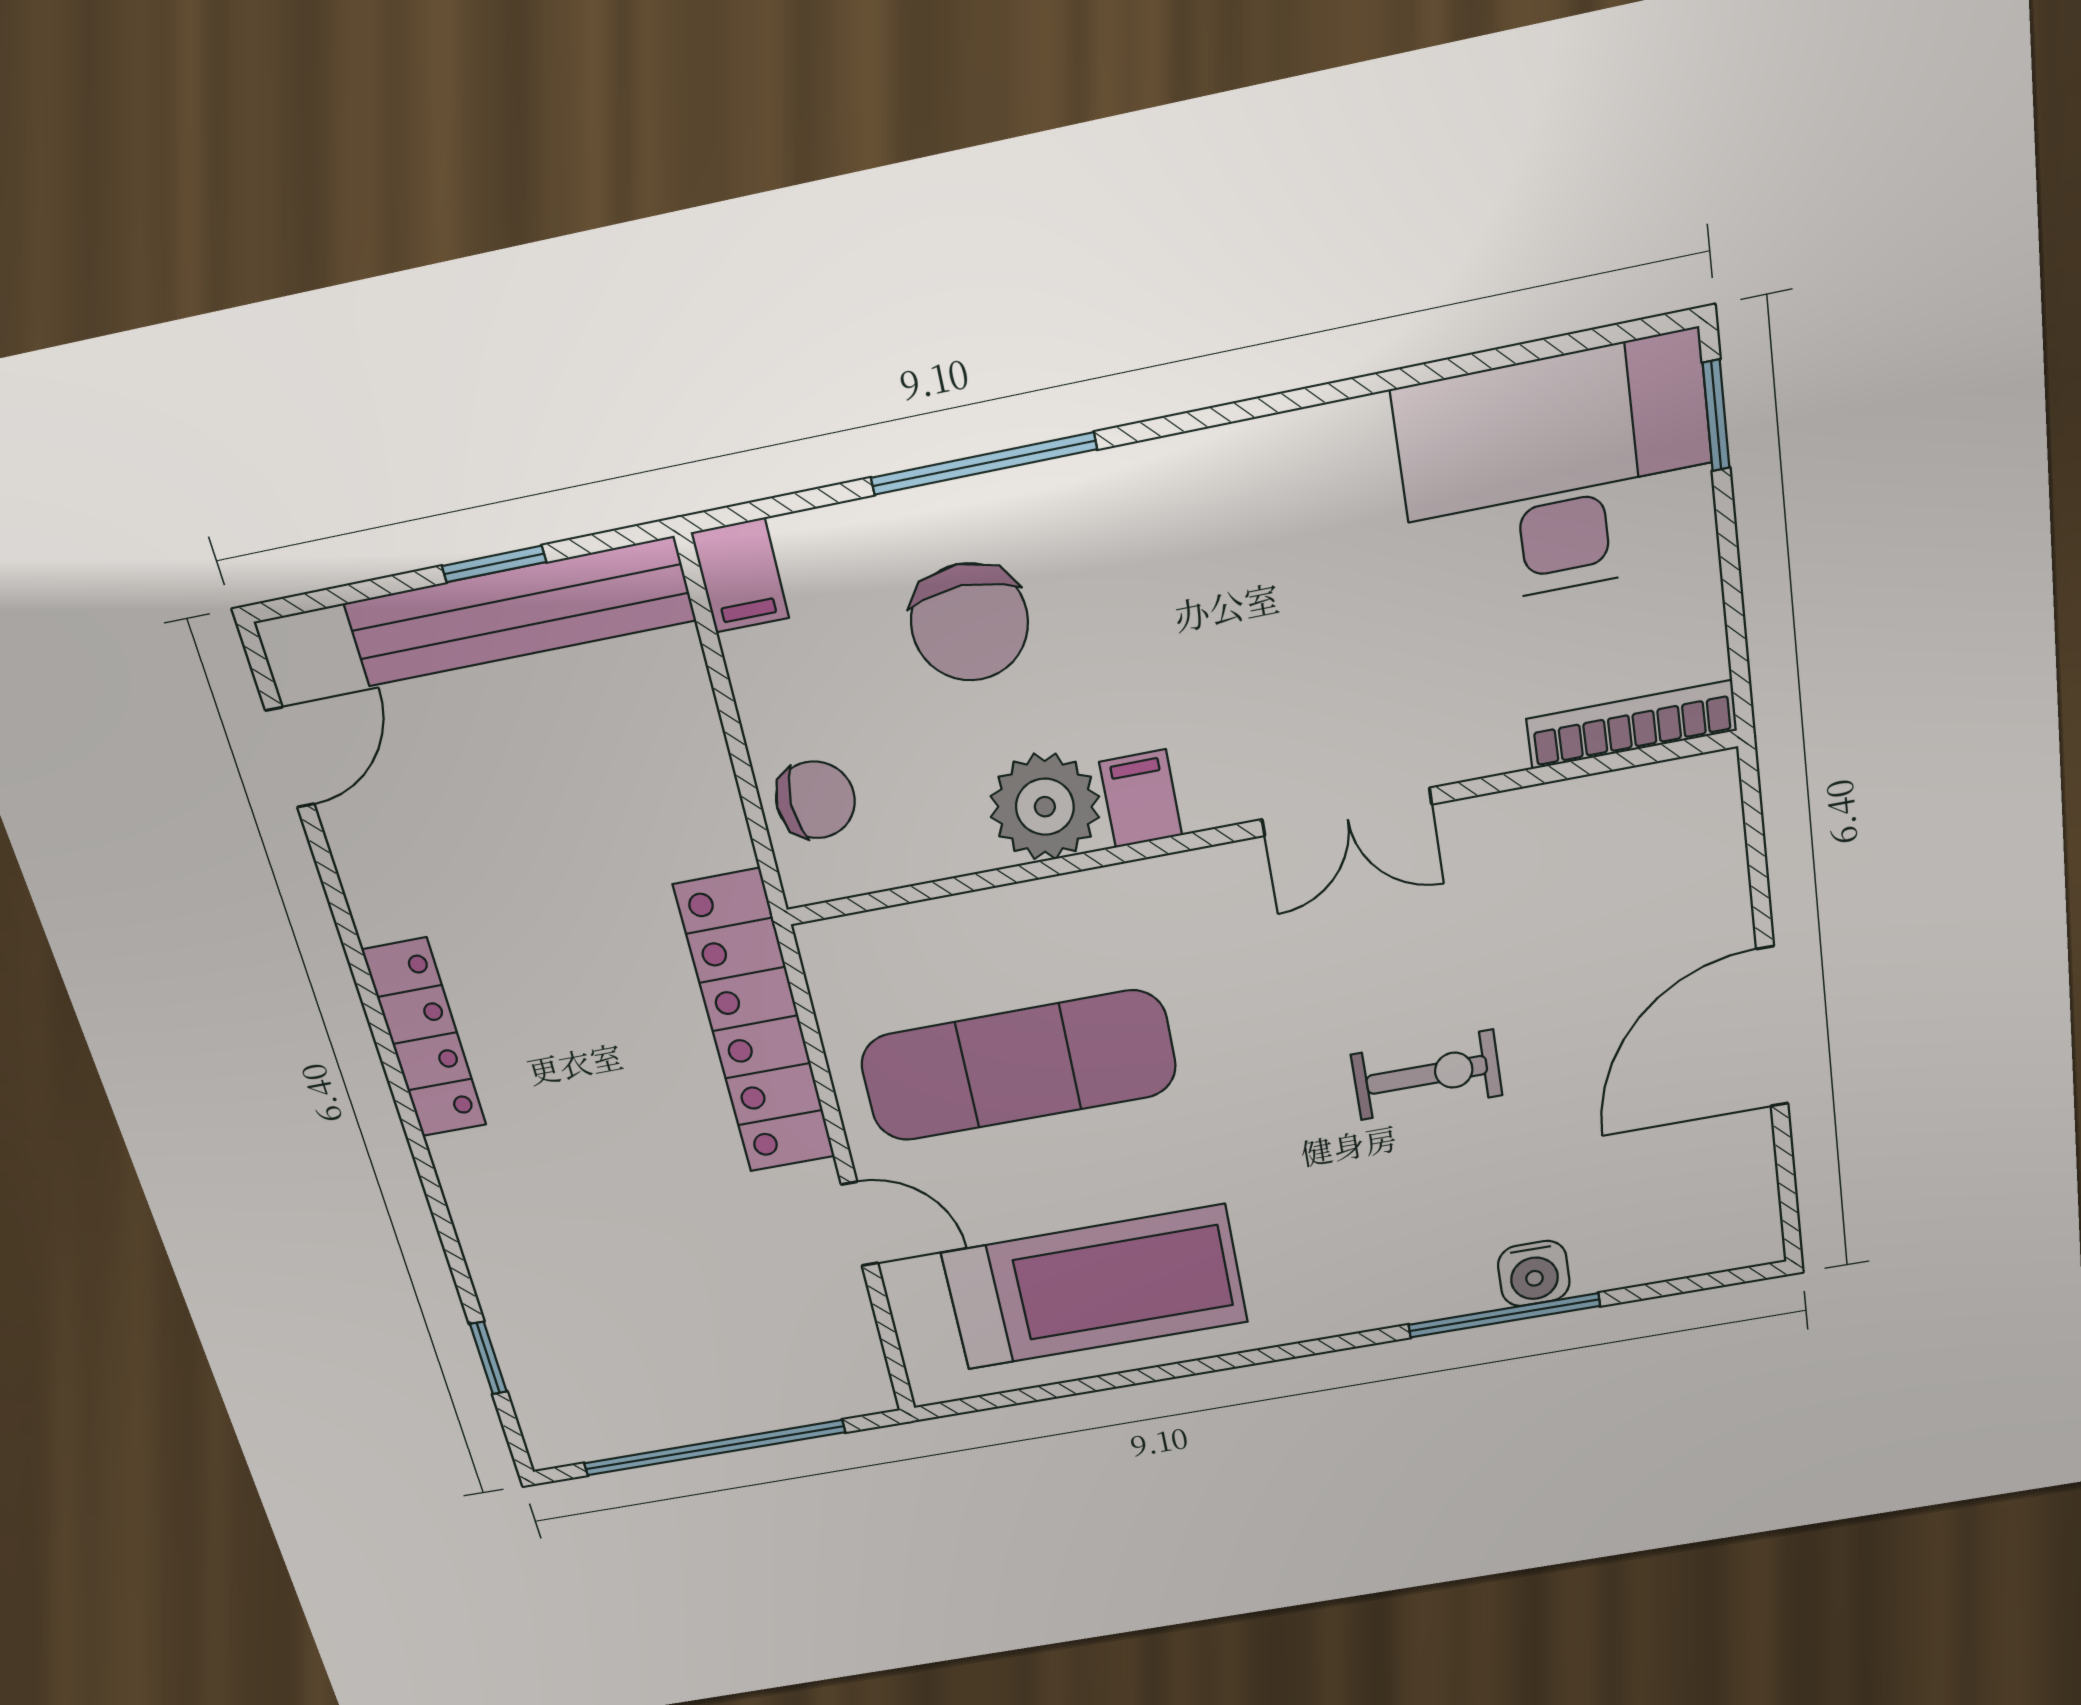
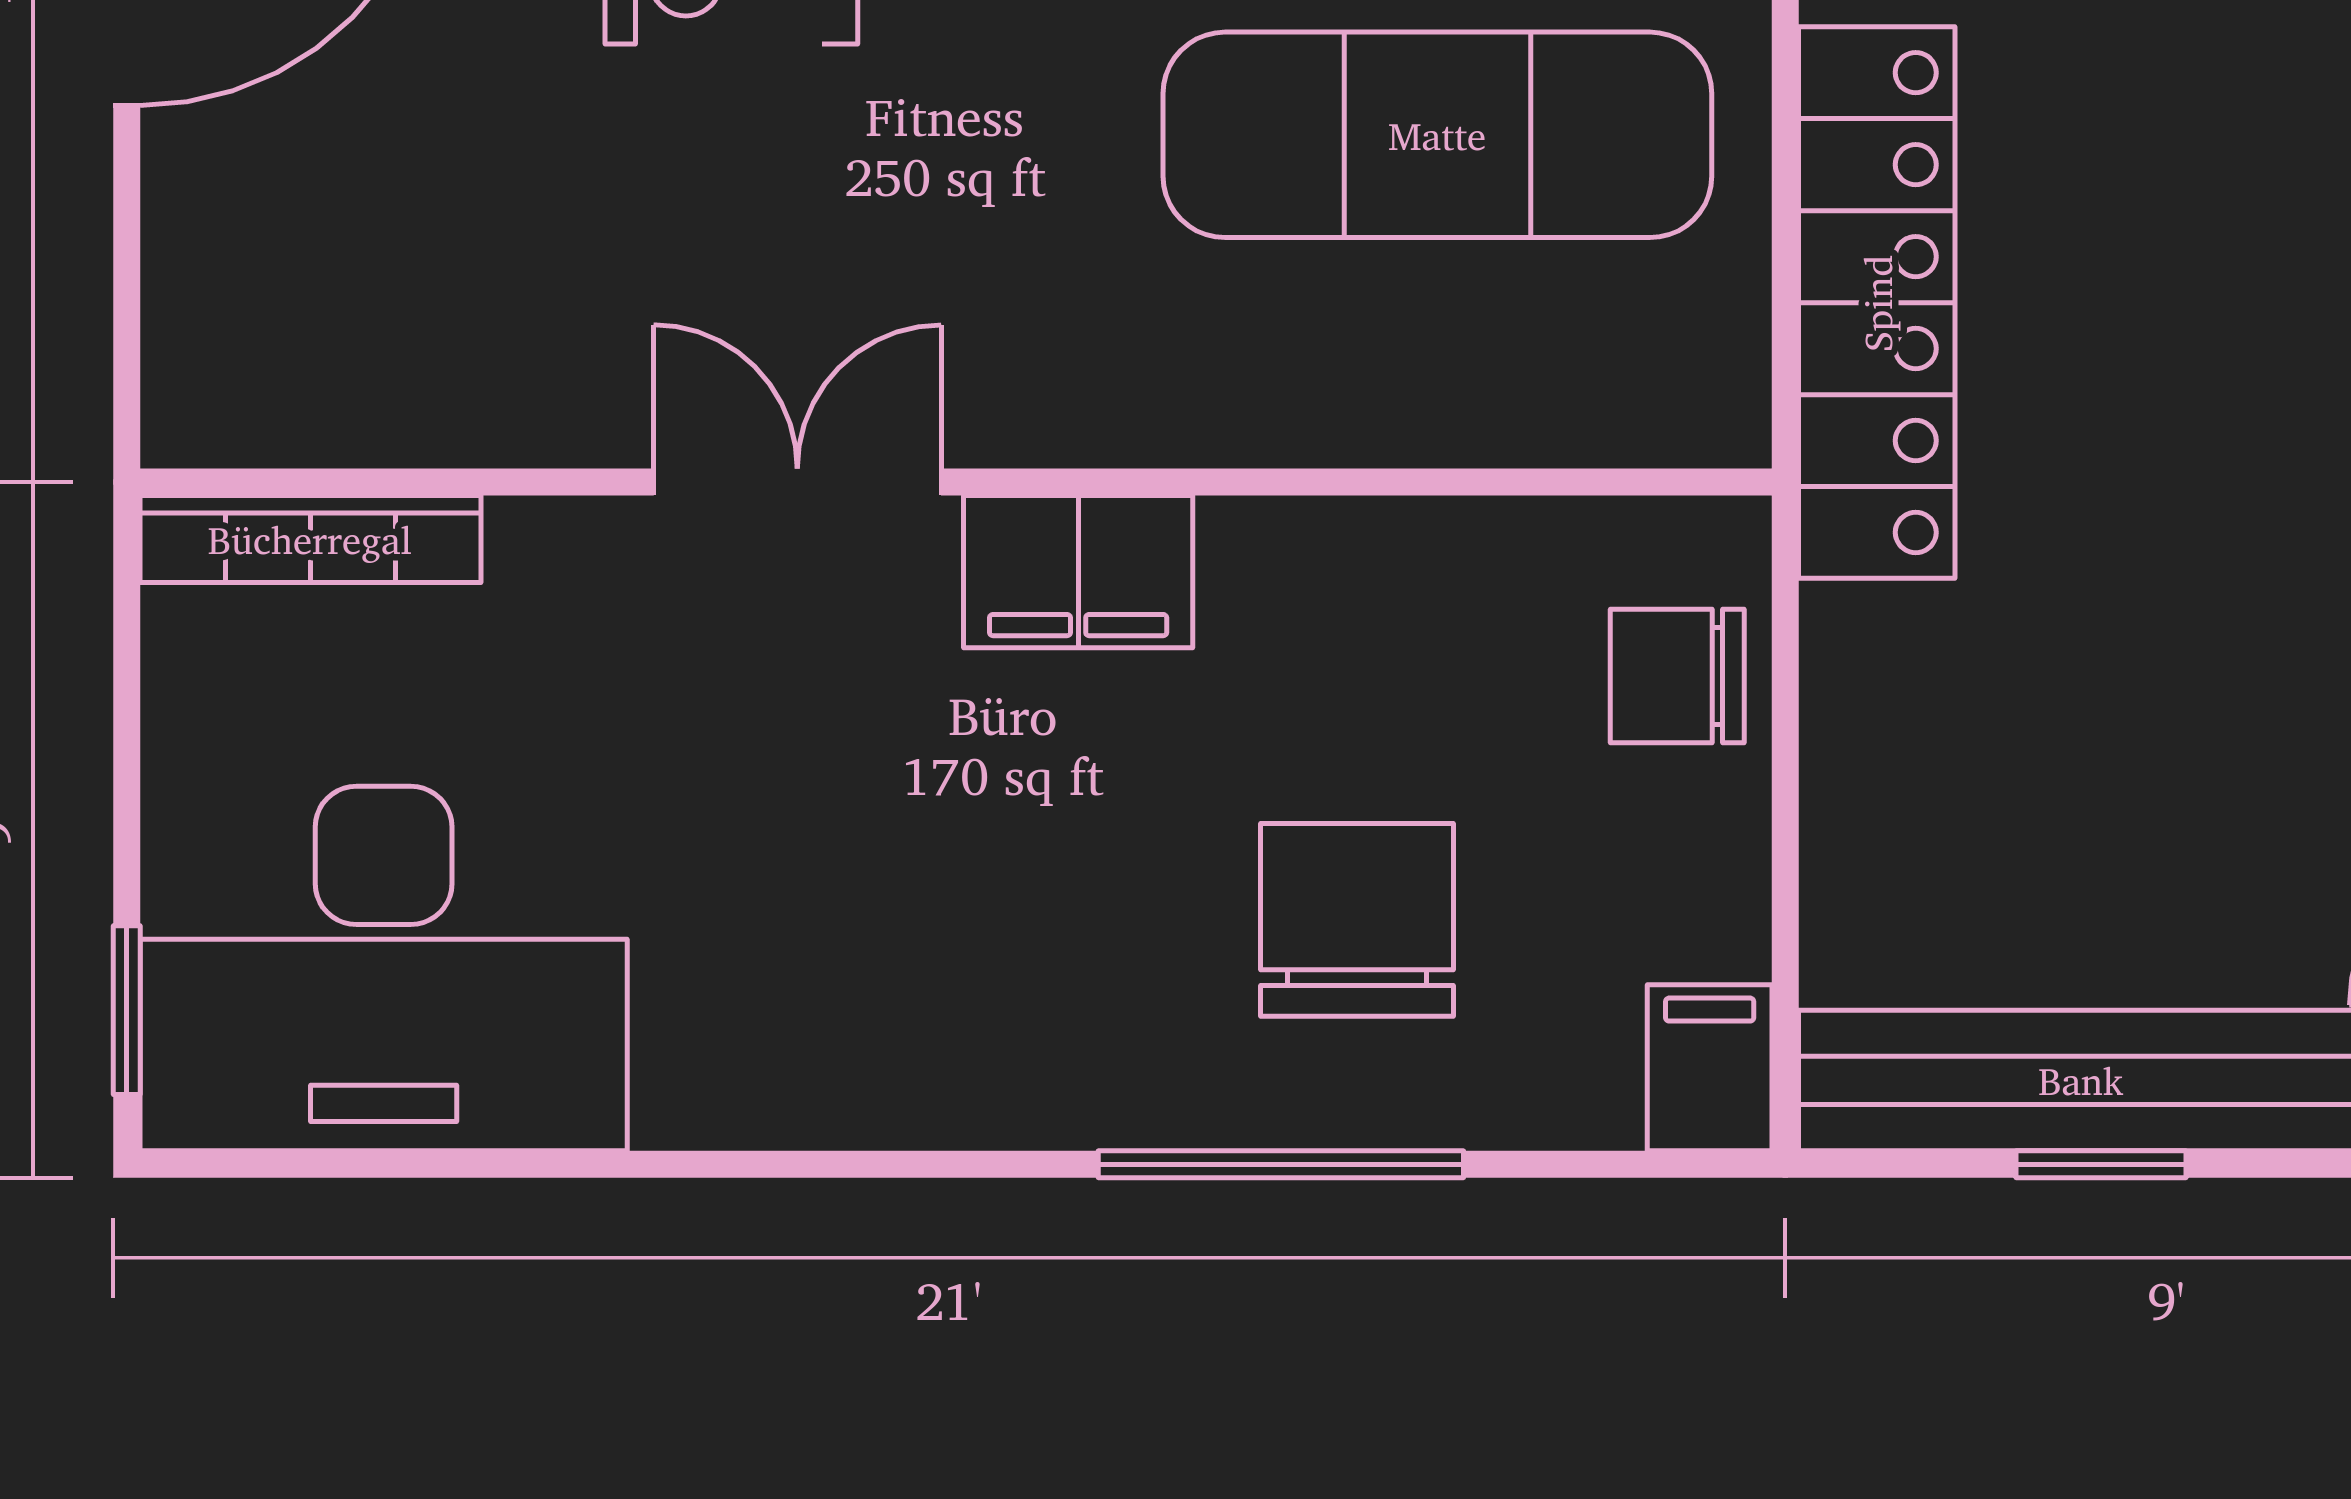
filing cabinet: (1141, 799) -> (1078, 572), width x2.00
plant: (1045, 807) -> (1297, 589), removed

